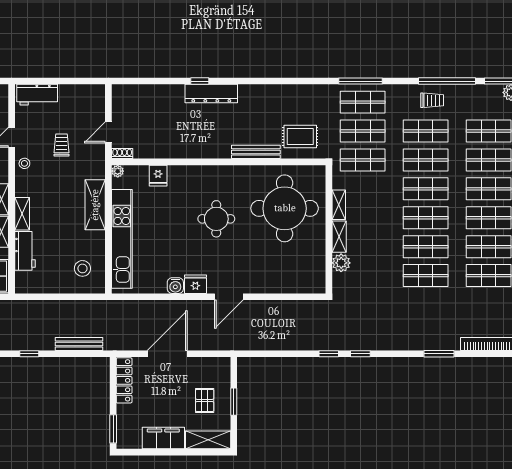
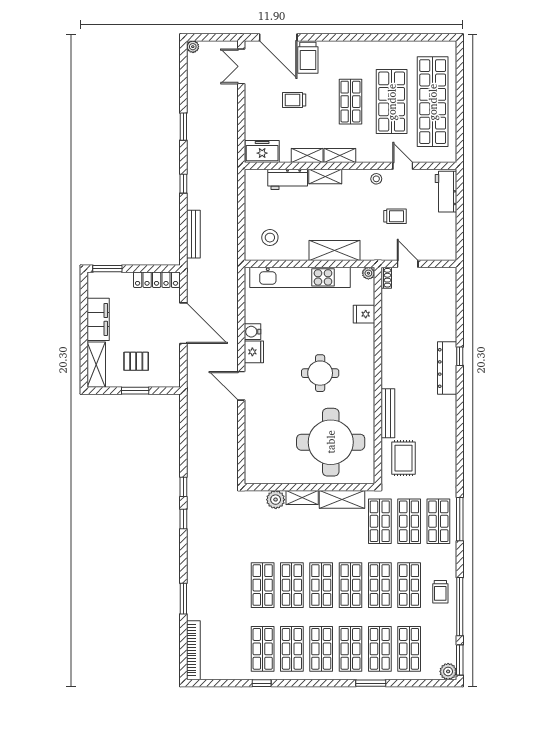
shelving: (339, 205) -> (342, 499), width x1.50, depth x1.33

